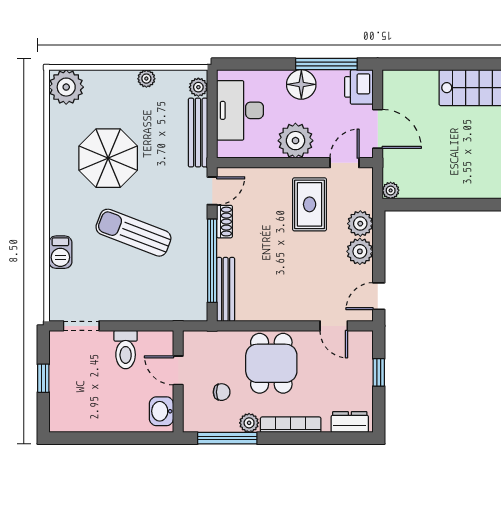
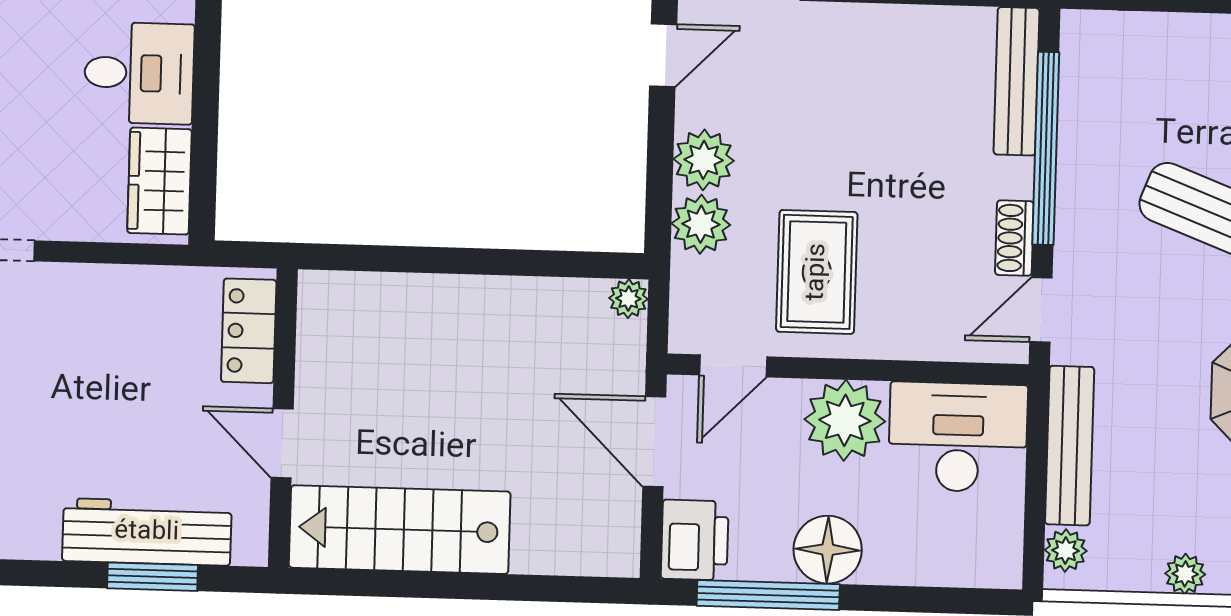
desk: (240, 110) -> (958, 437), moved, turned -90

